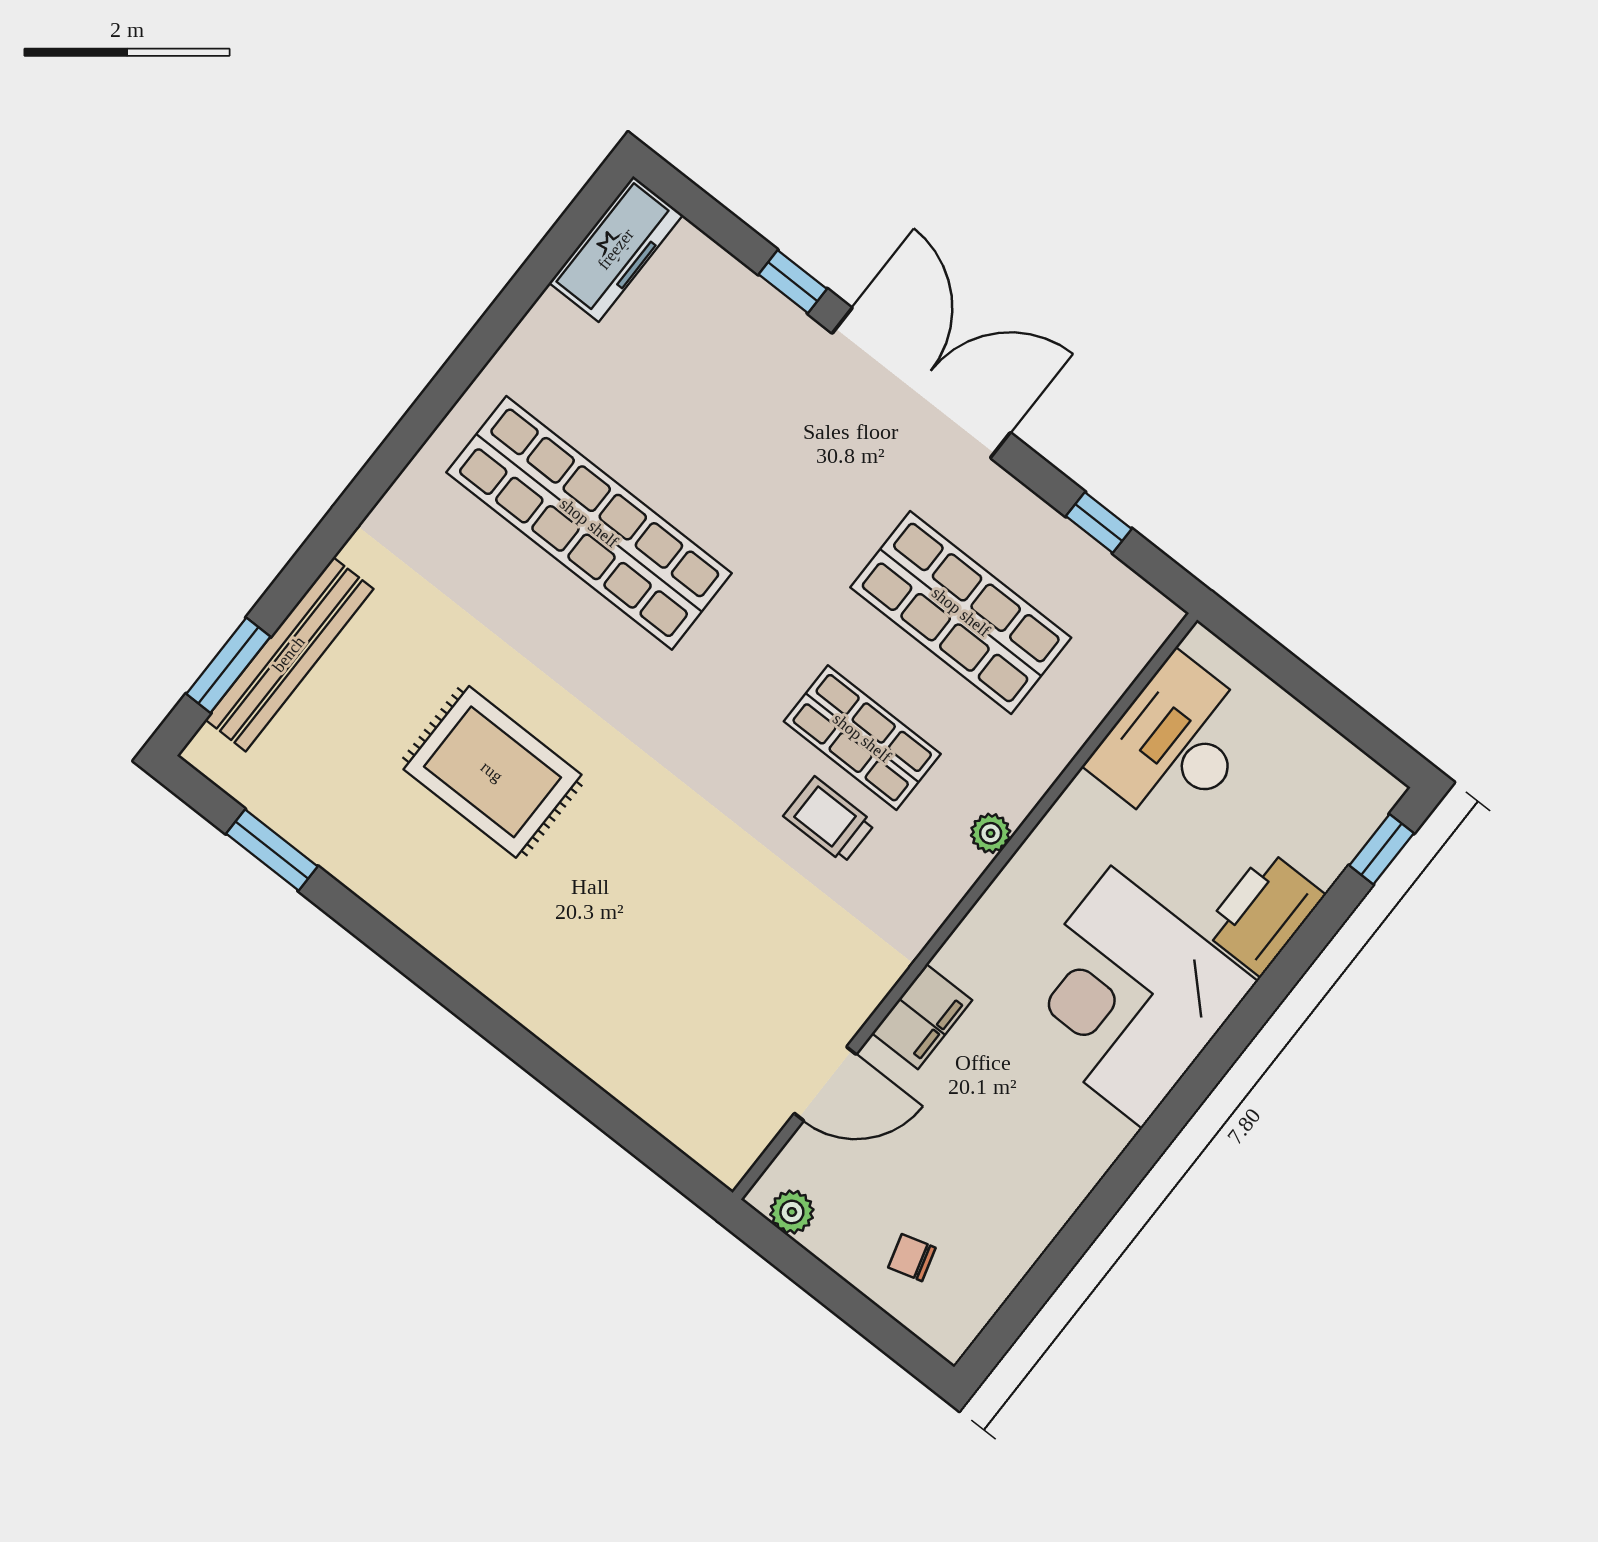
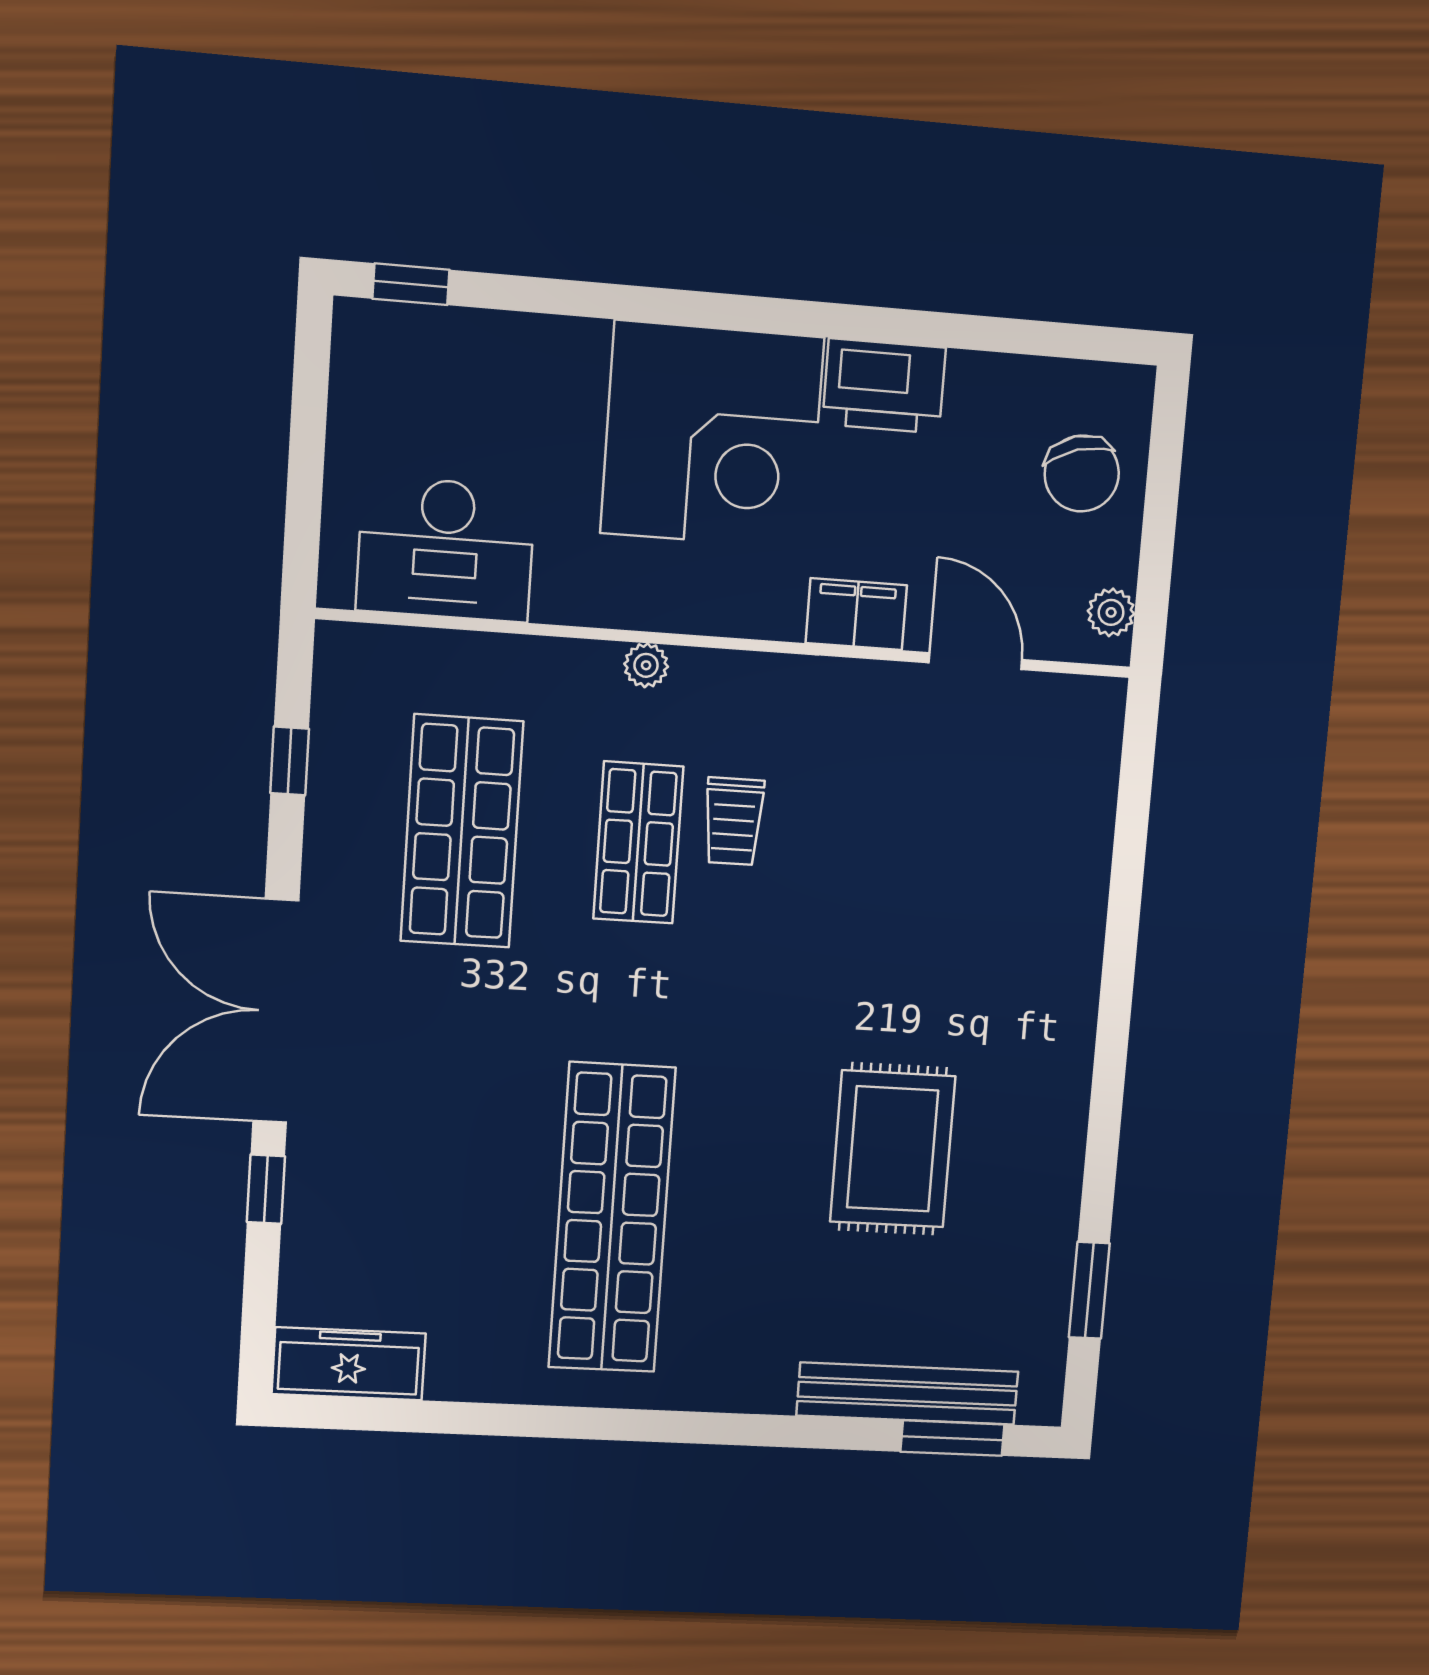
printer: (1264, 913) -> (884, 386), moved
chair: (912, 1258) -> (1082, 474), width x1.87, depth x1.87

